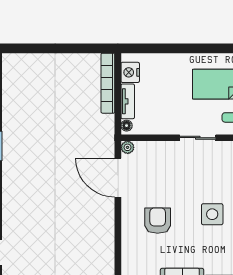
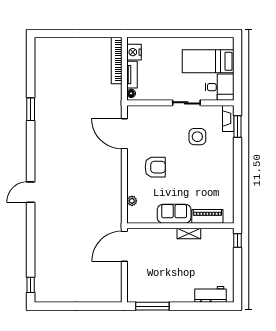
plant: (128, 147) -> (132, 201), moved
side table: (212, 214) -> (197, 137), moved
armchair: (158, 221) -> (155, 167), turned 90

